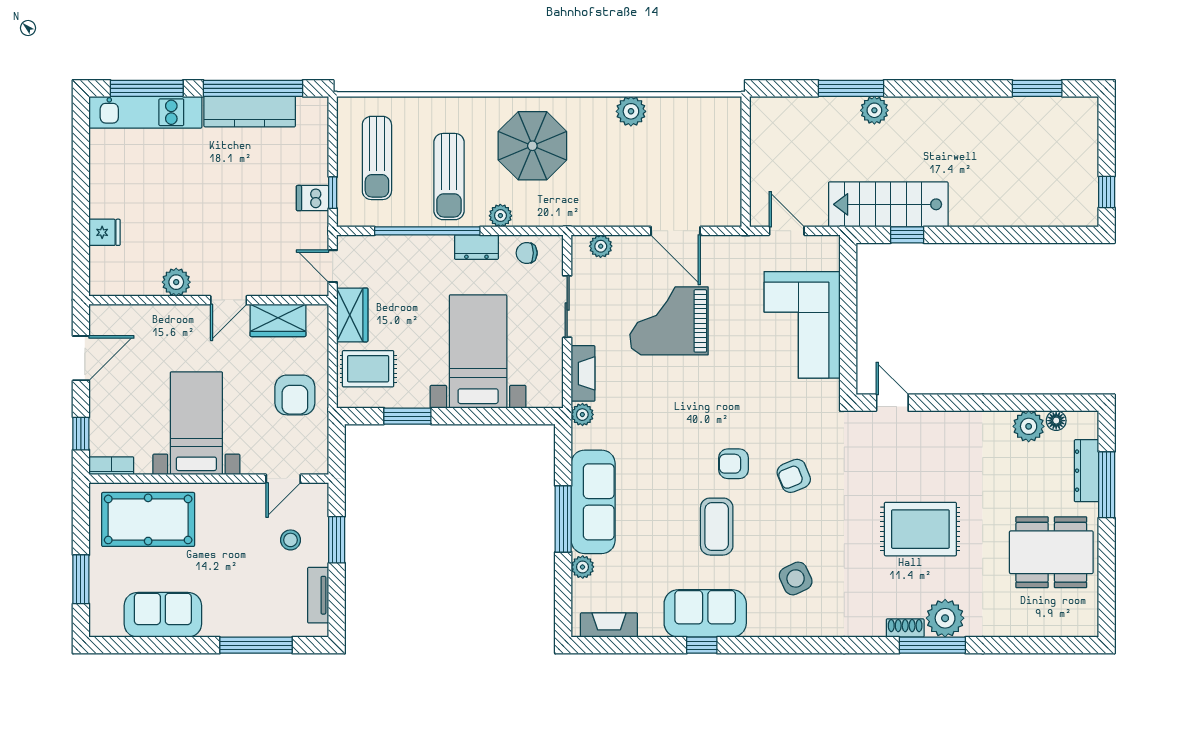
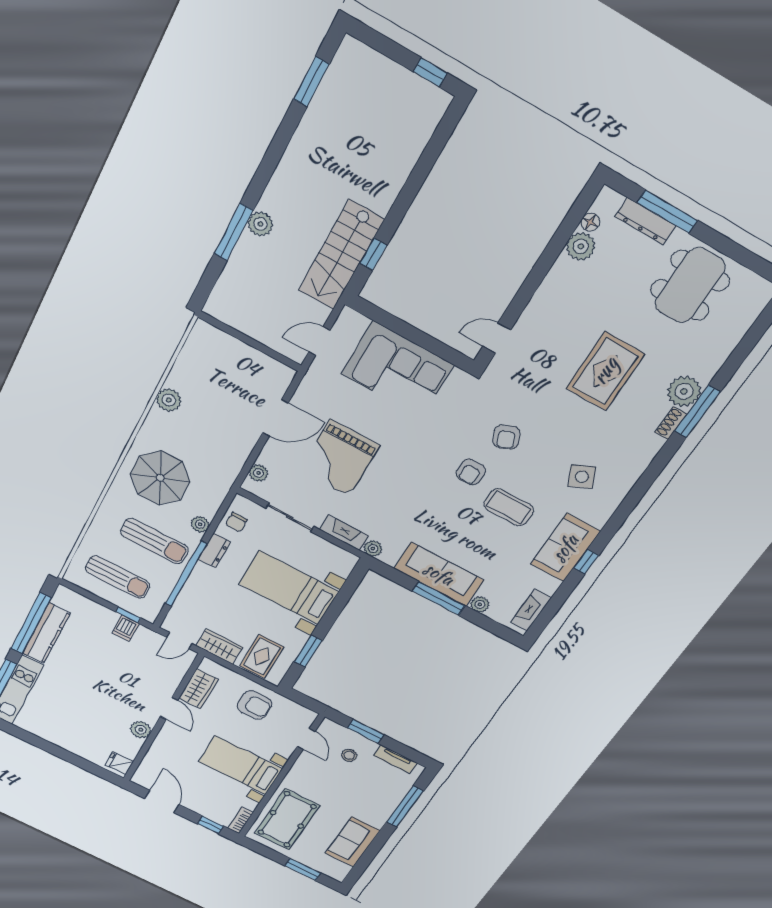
fridge: (105, 232) -> (119, 763), moved, turned -90

